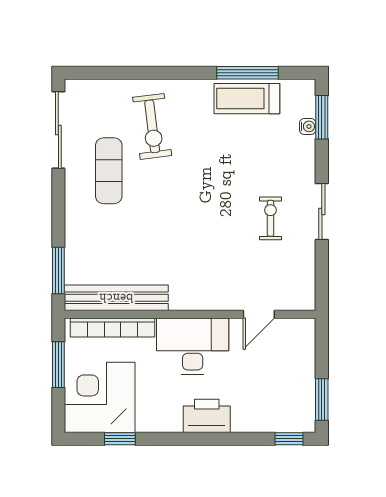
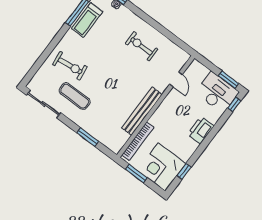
sliding door: (322, 212) -> (154, 24), removed
exercise bike: (270, 218) -> (142, 46), width x1.38, depth x1.39
window: (58, 271) -> (88, 137), moved
bench: (116, 298) -> (142, 111), moved
desk: (193, 346) -> (217, 92), moved, turned 90

